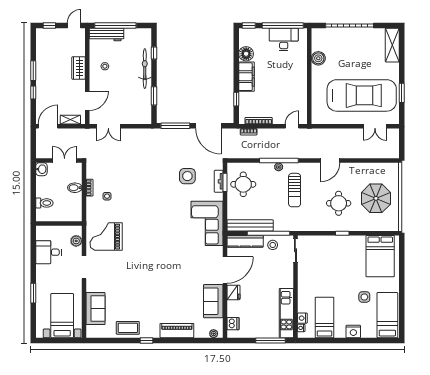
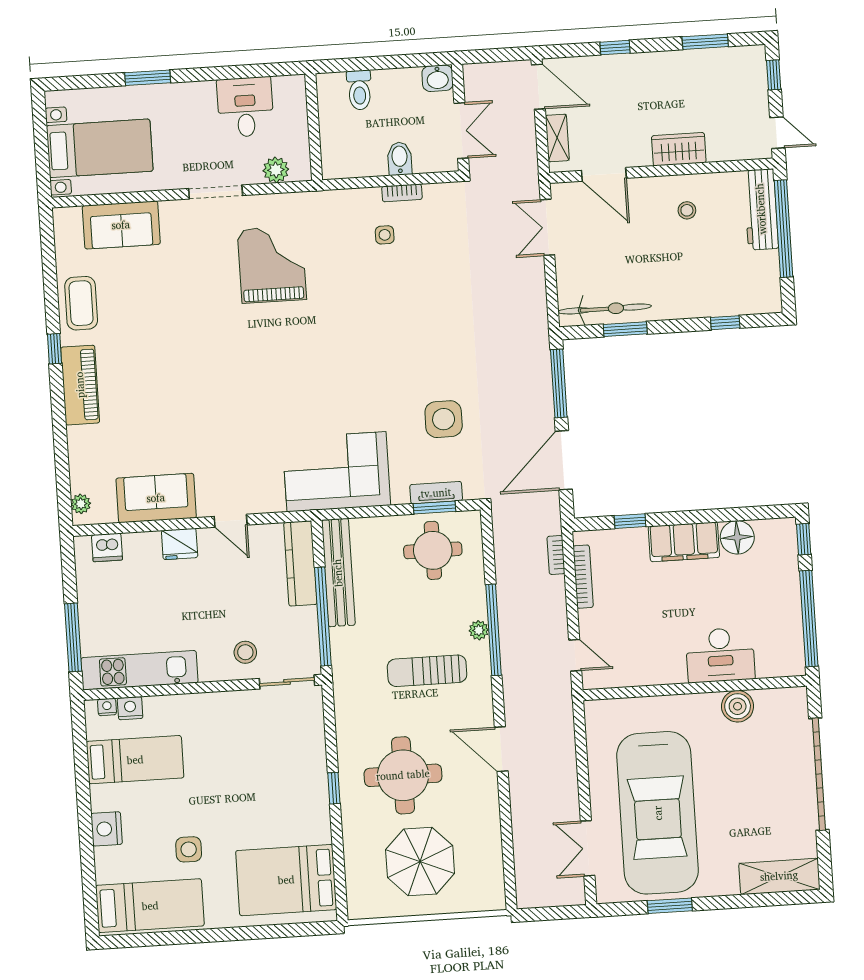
desk: (284, 39) -> (720, 655), moved, turned 90
bicycle: (145, 69) -> (605, 309), moved
window: (33, 71) -> (705, 42), moved
round table: (339, 203) -> (403, 775), width x1.36, depth x1.36
grand piano: (106, 237) -> (272, 264), moved
stool: (273, 245) -> (245, 652), moved
door: (225, 270) -> (231, 521), width x0.53
piano: (177, 331) -> (80, 385), moved

